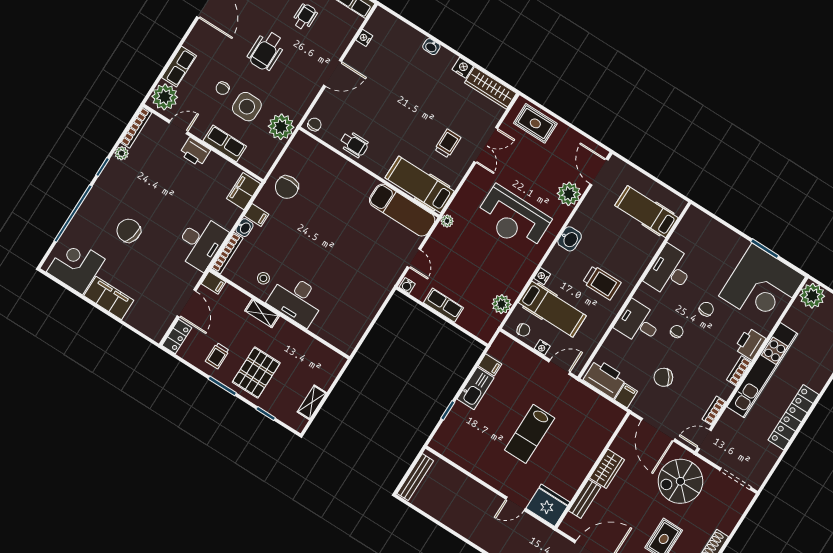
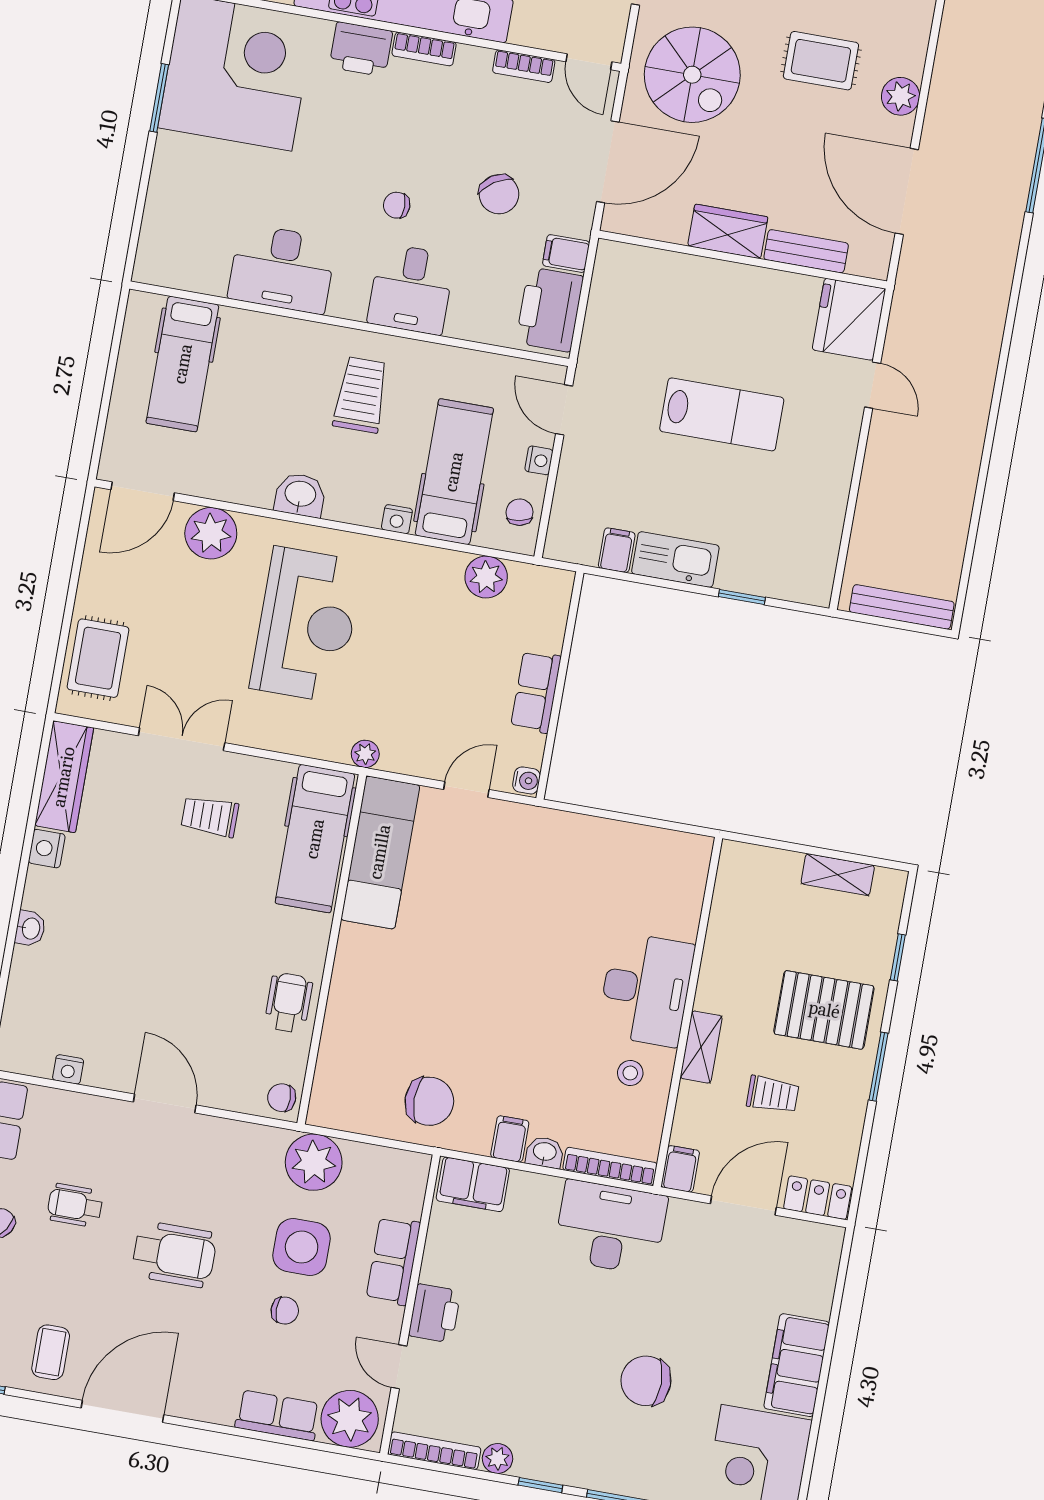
chair: (129, 231) -> (646, 1381), turned 75
chair: (706, 309) -> (328, 165), removed
trolley: (217, 356) -> (773, 1095), moved

